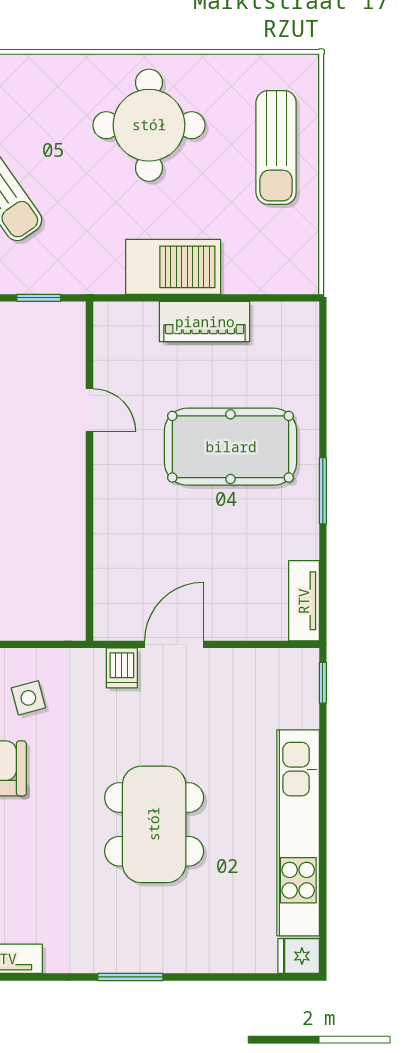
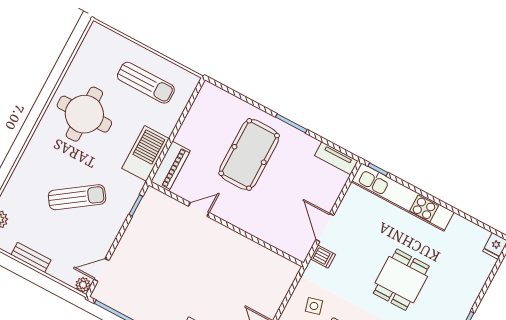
sun lounger: (276, 147) -> (146, 83), moved
barbecue: (173, 267) -> (145, 153), moved
piano: (205, 322) -> (170, 166), moved
dining table: (154, 824) -> (401, 280), width x0.73
kitchen unit: (298, 833) -> (403, 197), moved

